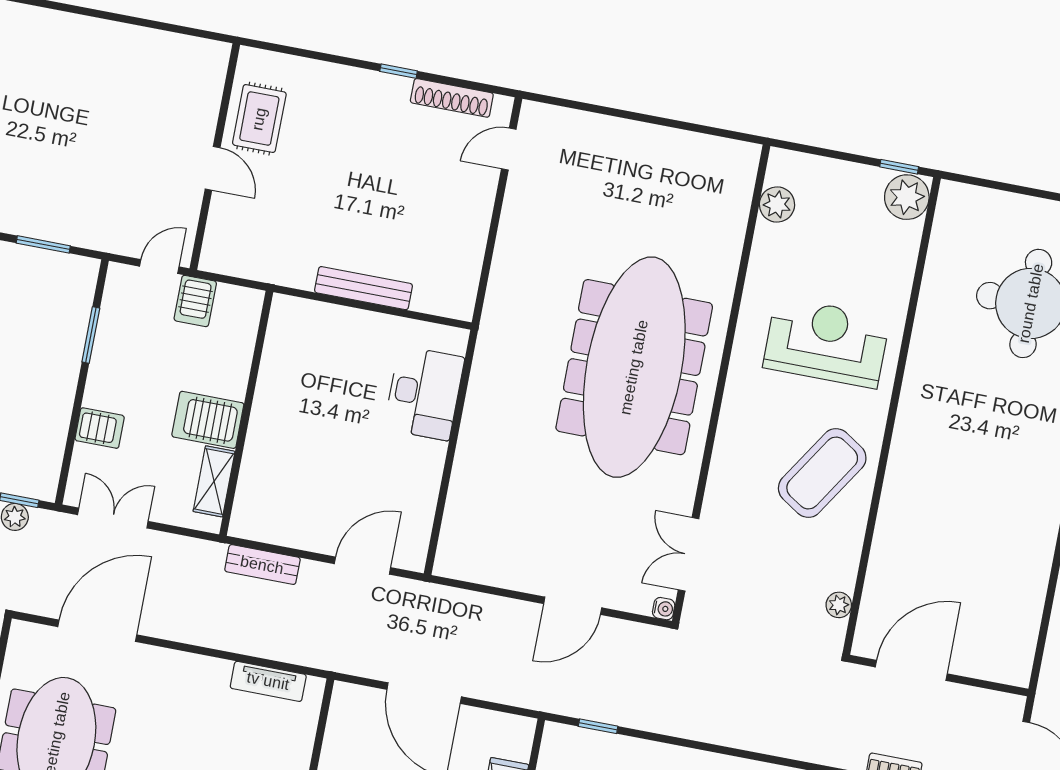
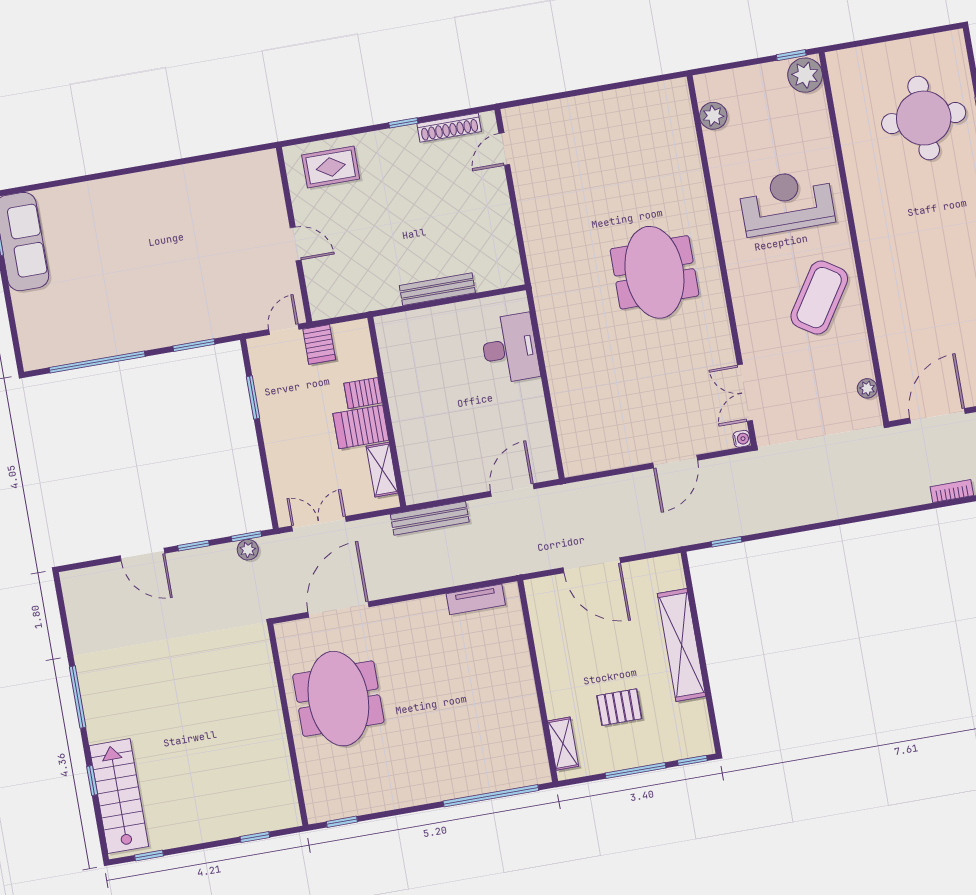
rug: (259, 119) -> (331, 167), moved, turned 90
meeting table: (634, 367) -> (654, 272), width x0.54, depth x0.79
server rack: (100, 428) -> (363, 393), moved, turned 180
bench: (262, 565) -> (430, 518), width x1.36

